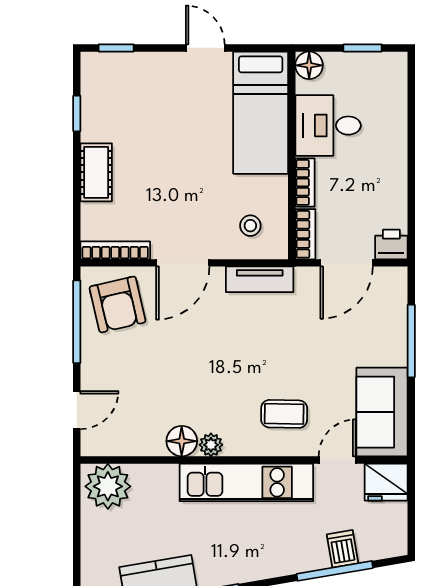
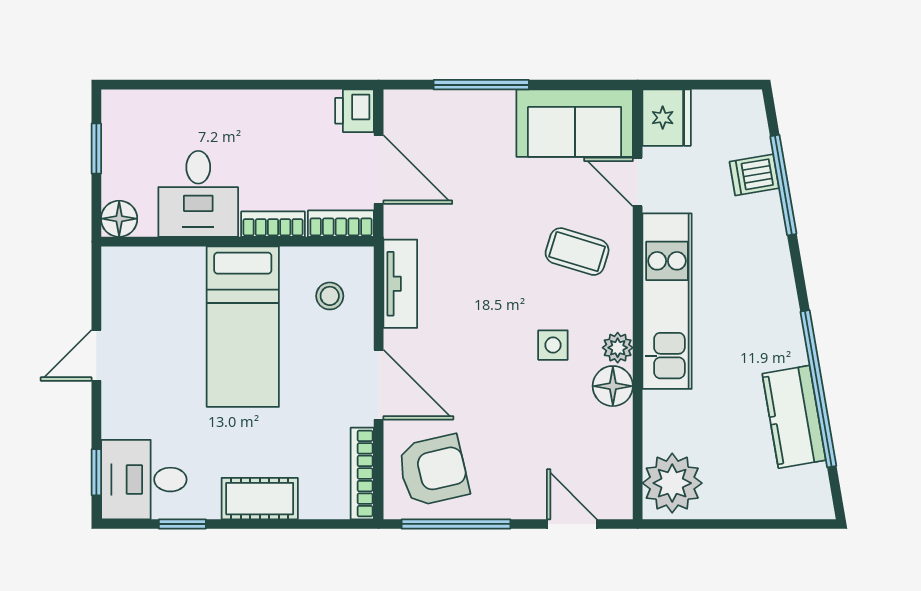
desk: (111, 84) -> (144, 480), added
bed: (261, 113) -> (243, 327), moved, turned 90
side table: (213, 396) -> (553, 345), added
coffee table: (284, 414) -> (577, 252), turned -74

